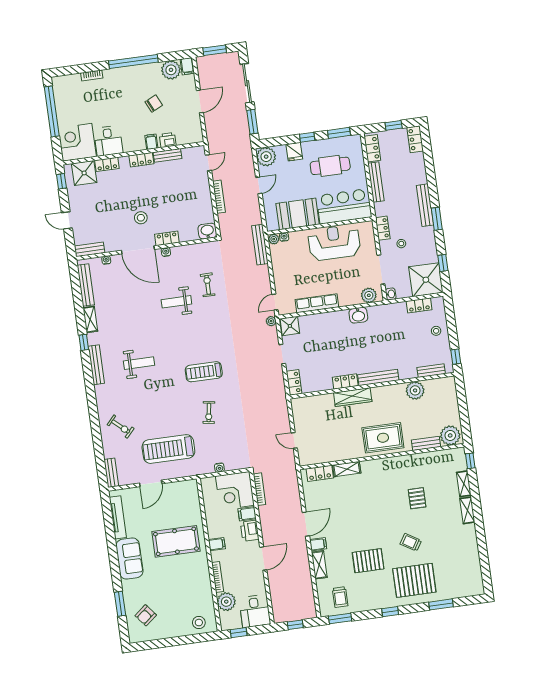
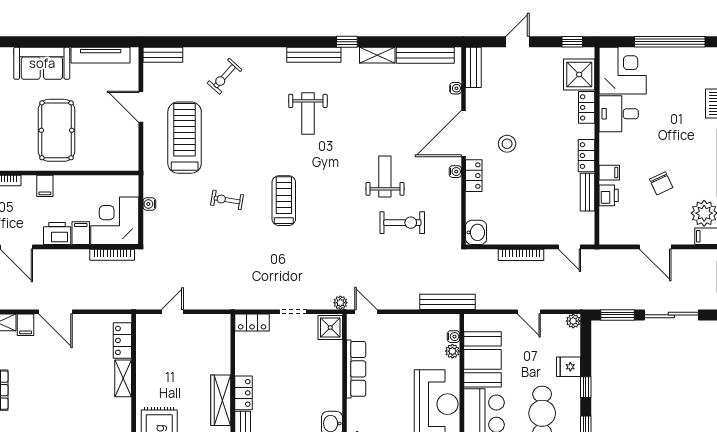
plant: (266, 157) -> (573, 321), width x0.53, depth x0.53
plant: (274, 239) -> (452, 351), moved
exercise bike: (208, 285) -> (402, 223), width x1.38, depth x1.39

